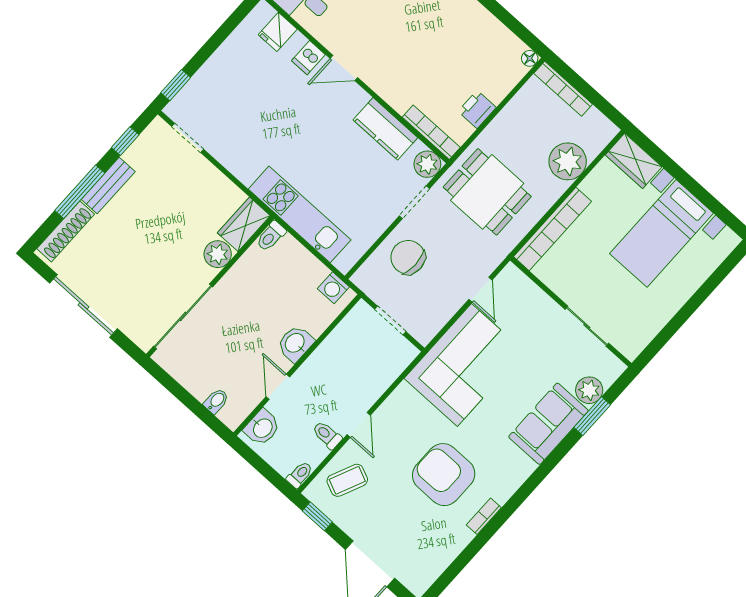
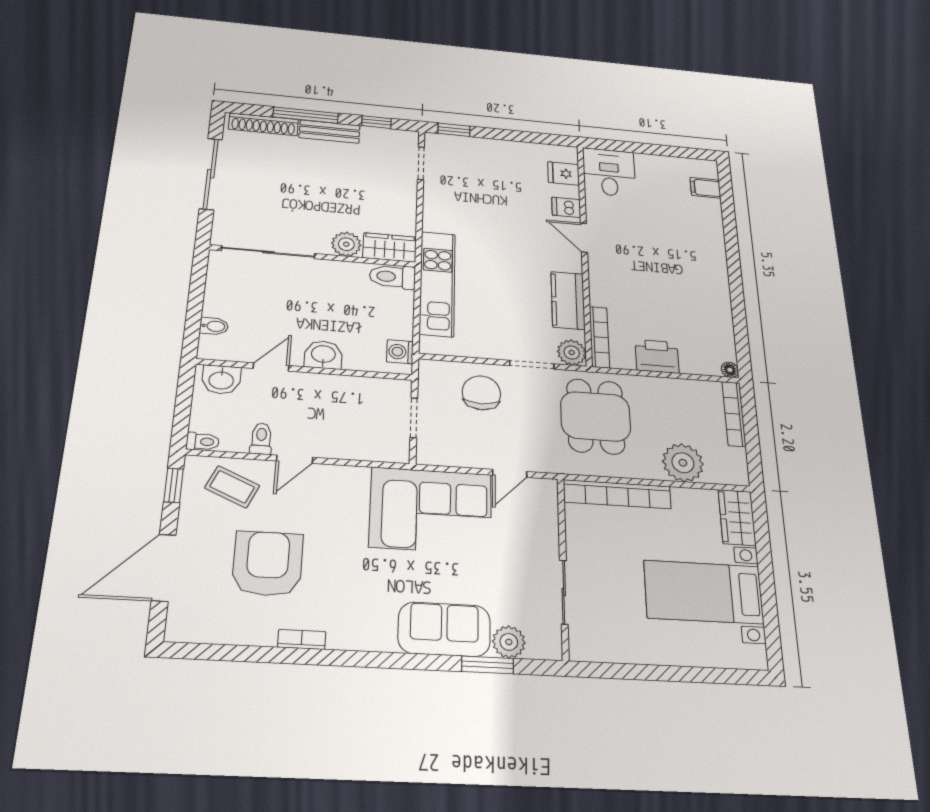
printer: (477, 109) -> (657, 356), width x1.36, depth x1.24
toilet: (271, 236) -> (392, 277), width x1.37, depth x1.39
armchair: (444, 475) -> (268, 564), moved

